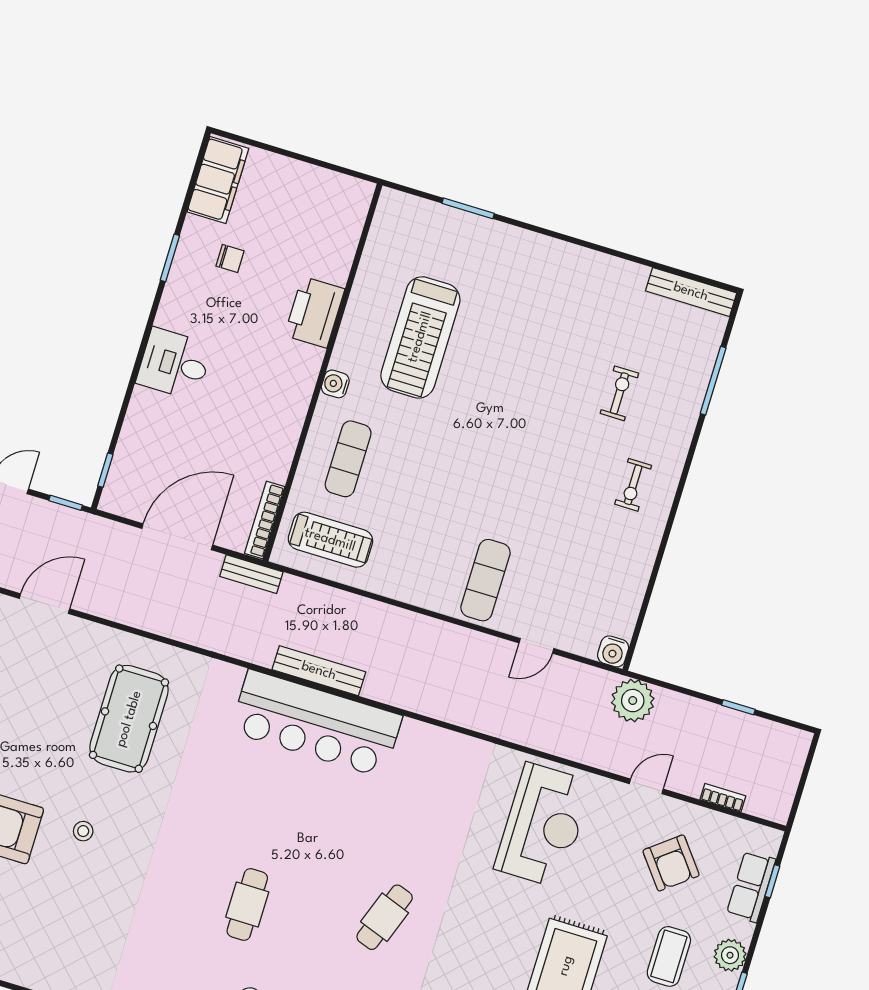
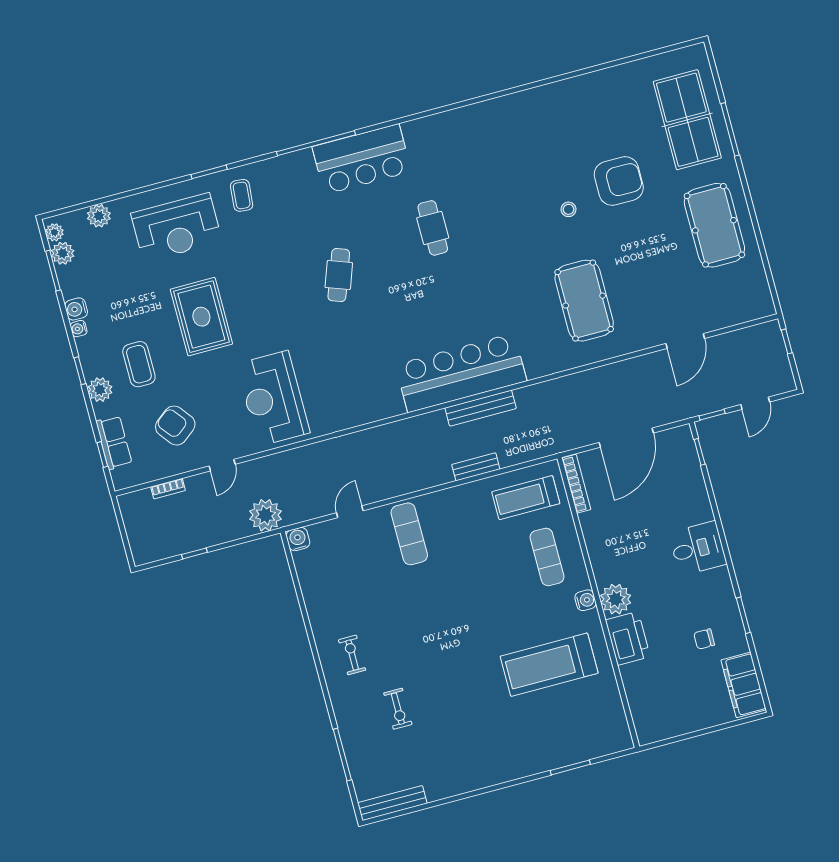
treadmill: (420, 337) -> (549, 665), turned -90
plant: (301, 364) -> (616, 599), added
bench: (251, 574) -> (476, 467), moved

